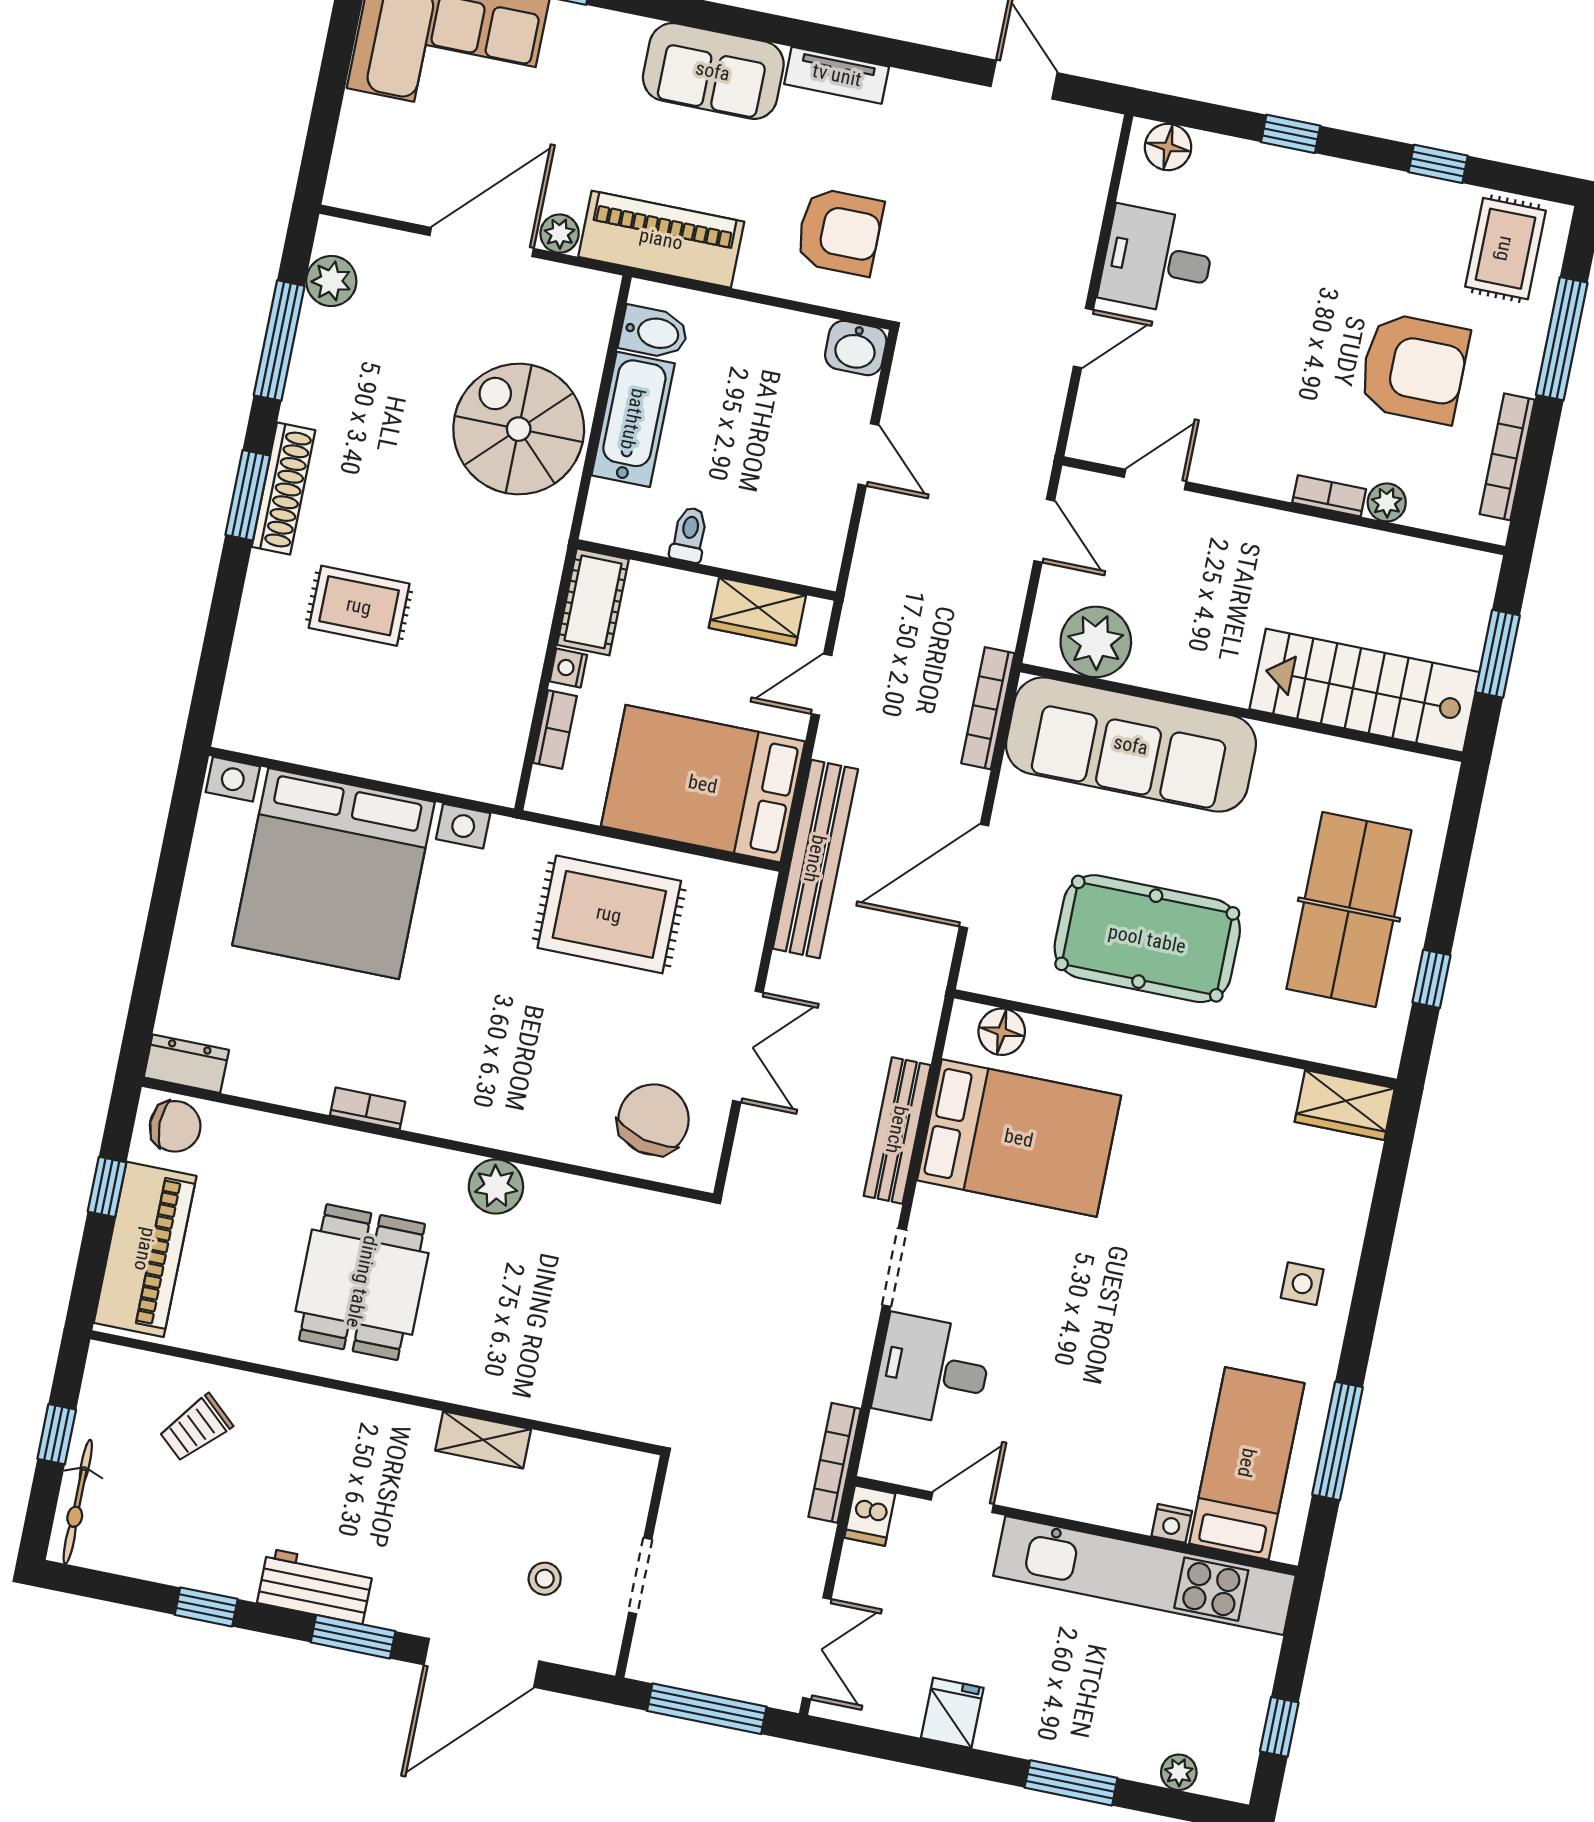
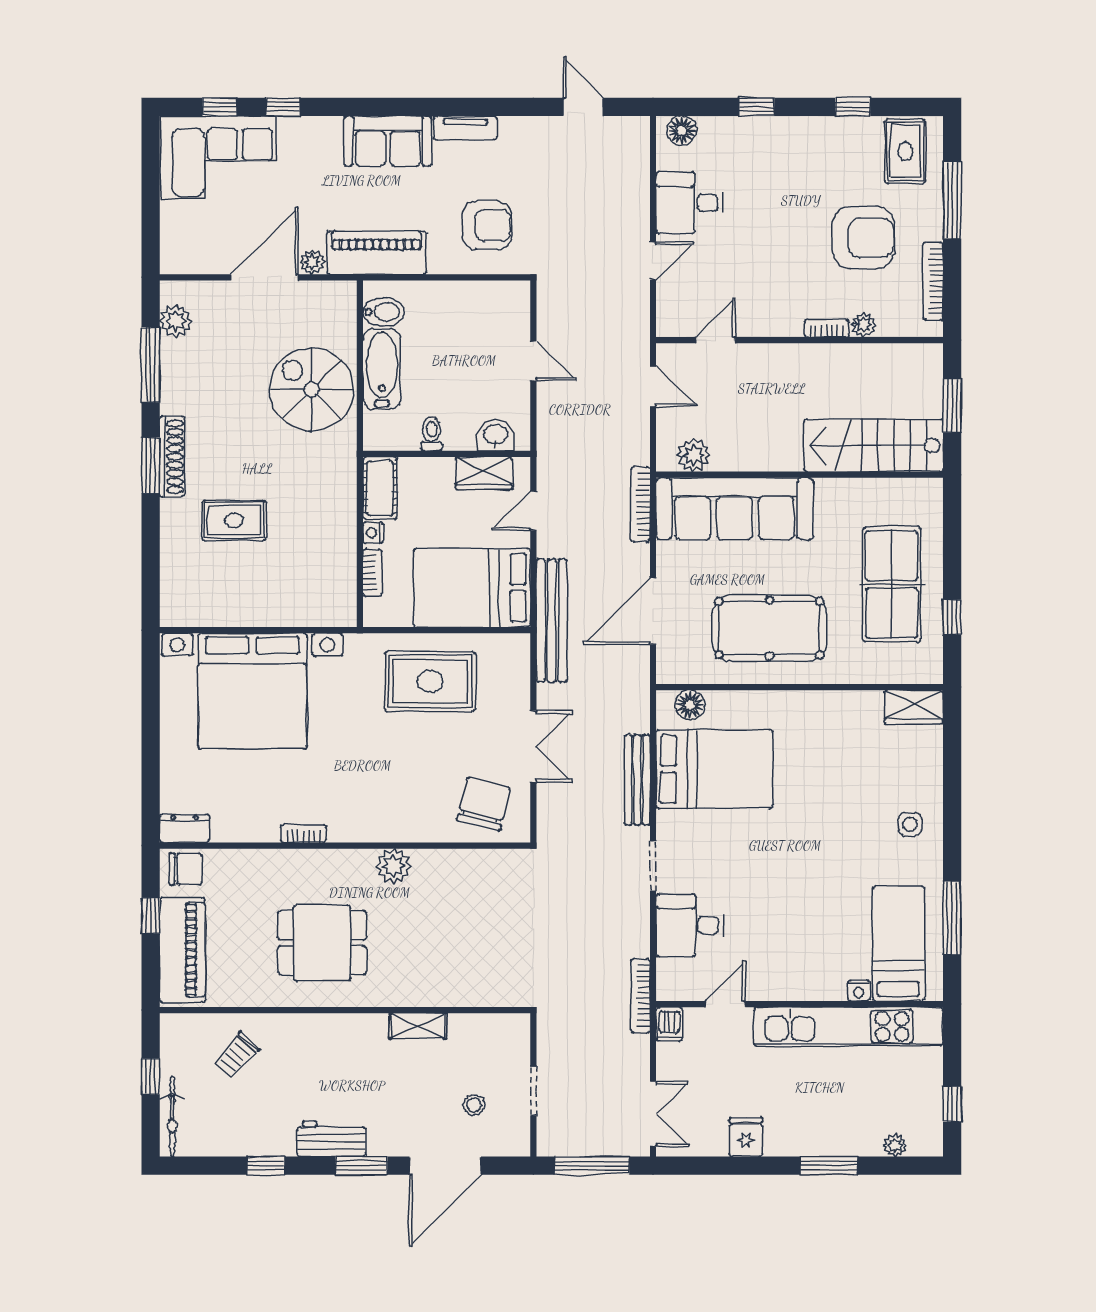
washbasin: (856, 348) -> (495, 435), moved, turned 180
plant: (1096, 642) -> (693, 455), width x0.73, depth x0.73
dining table: (362, 1282) -> (322, 943), turned 90

